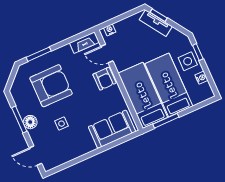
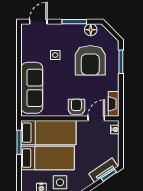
armchair: (104, 79) -> (76, 107), turned 90
floor lamp: (30, 122) -> (91, 30), moved
sofa: (112, 129) -> (32, 88), width x1.36

